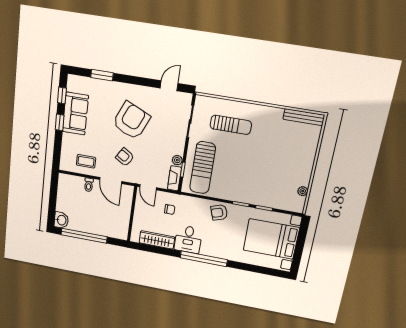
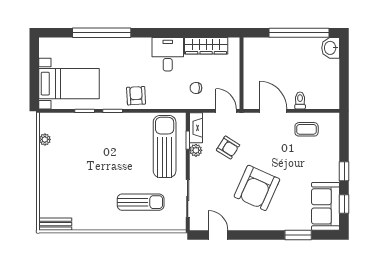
door: (169, 86) -> (218, 235), swing flipped
sofa: (75, 114) -> (326, 206), moved
bench: (304, 117) -> (55, 224), width x0.73
sun lounger: (231, 125) -> (141, 202), turned 180
armchair: (125, 157) -> (228, 148), moved
armchair: (219, 212) -> (136, 96), turned -74
bed with nightstands: (271, 239) -> (69, 84), width x0.73
window: (204, 259) -> (102, 33), moved

